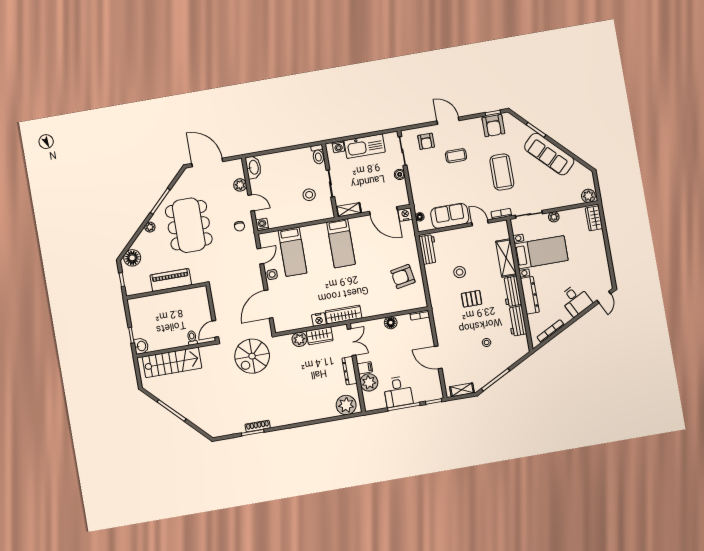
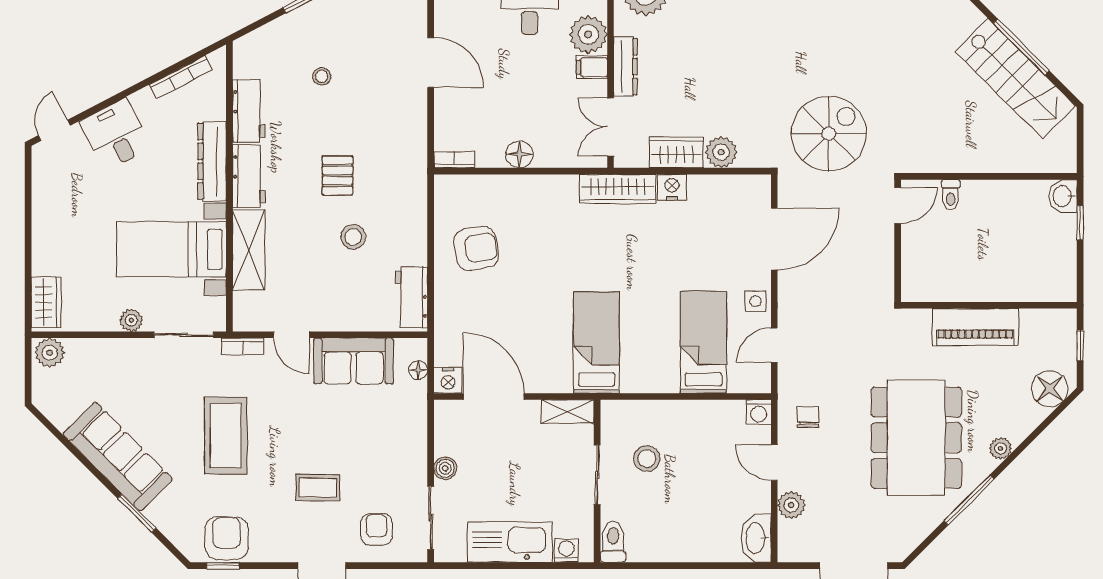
pallet: (472, 299) -> (338, 175), turned 90
stairs: (172, 362) -> (1015, 79), moved, turned -135

